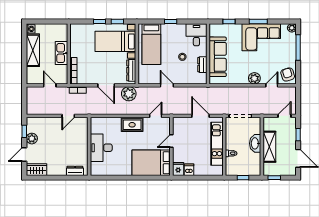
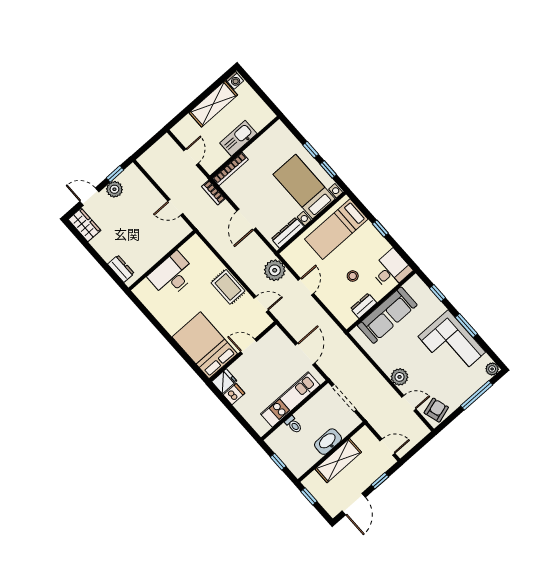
plant: (129, 94) -> (275, 270), moved

